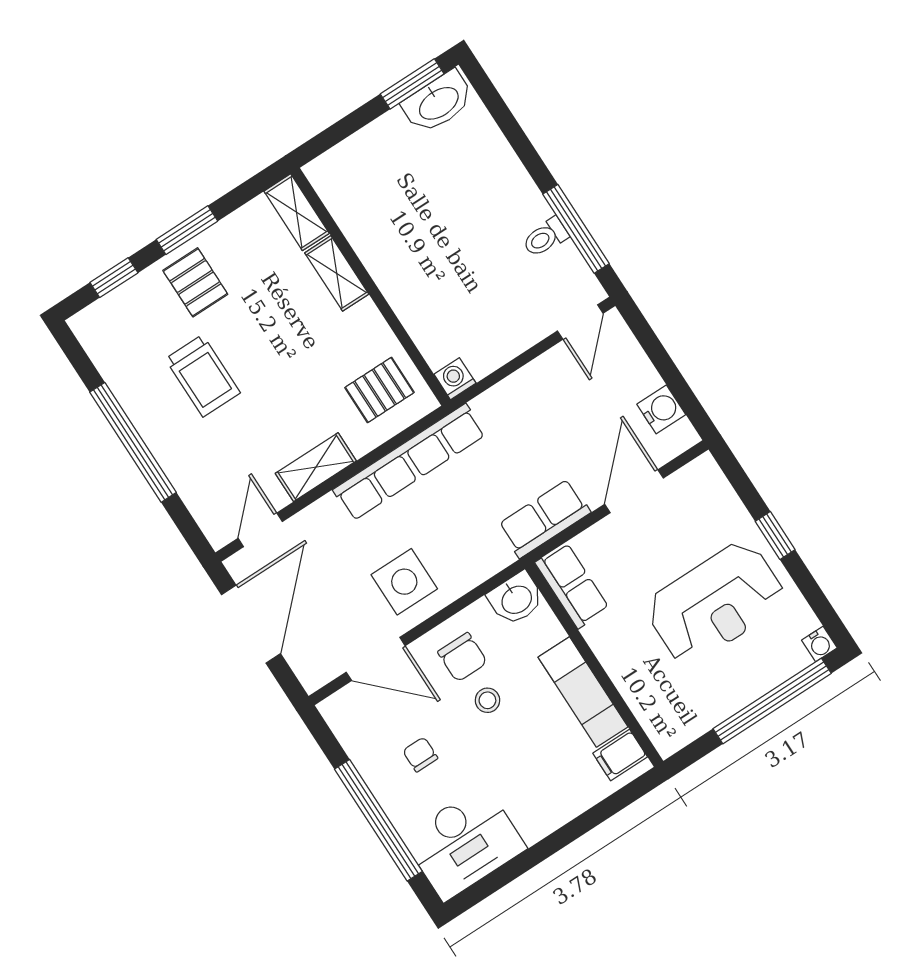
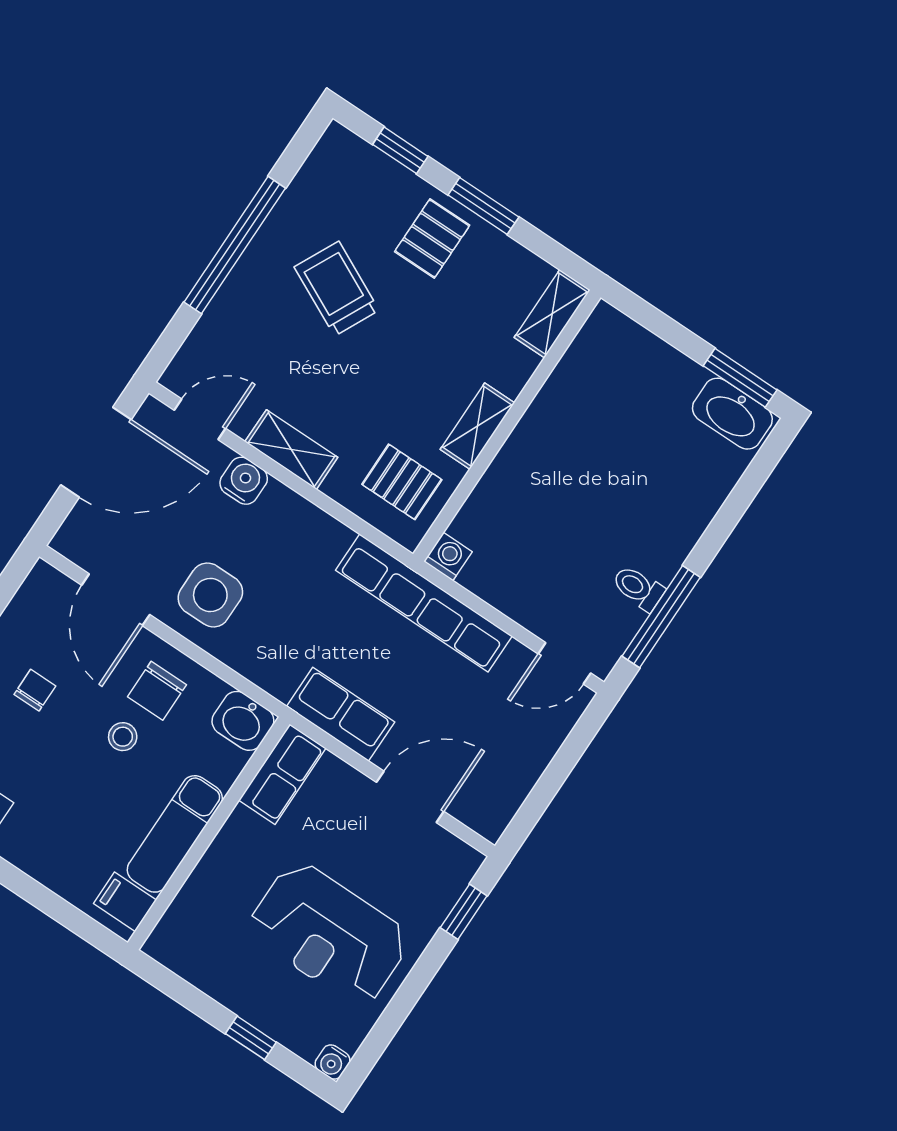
shelving: (337, 273) -> (477, 426), moved
trolley: (203, 376) -> (337, 289), turned 116
water cooler: (661, 409) -> (244, 481), moved, turned -90
row of seats: (409, 462) -> (424, 603), moved
window: (775, 535) -> (464, 912), moved
window: (772, 701) -> (251, 1038), width x0.32

